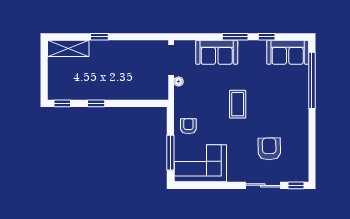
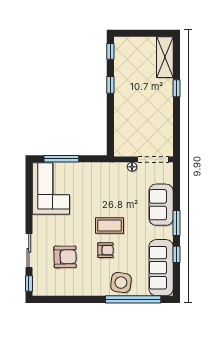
sofa: (288, 52) -> (161, 268), width x1.36
side table: (295, 93) -> (121, 283), added
armchair: (188, 126) -> (105, 250), moved

